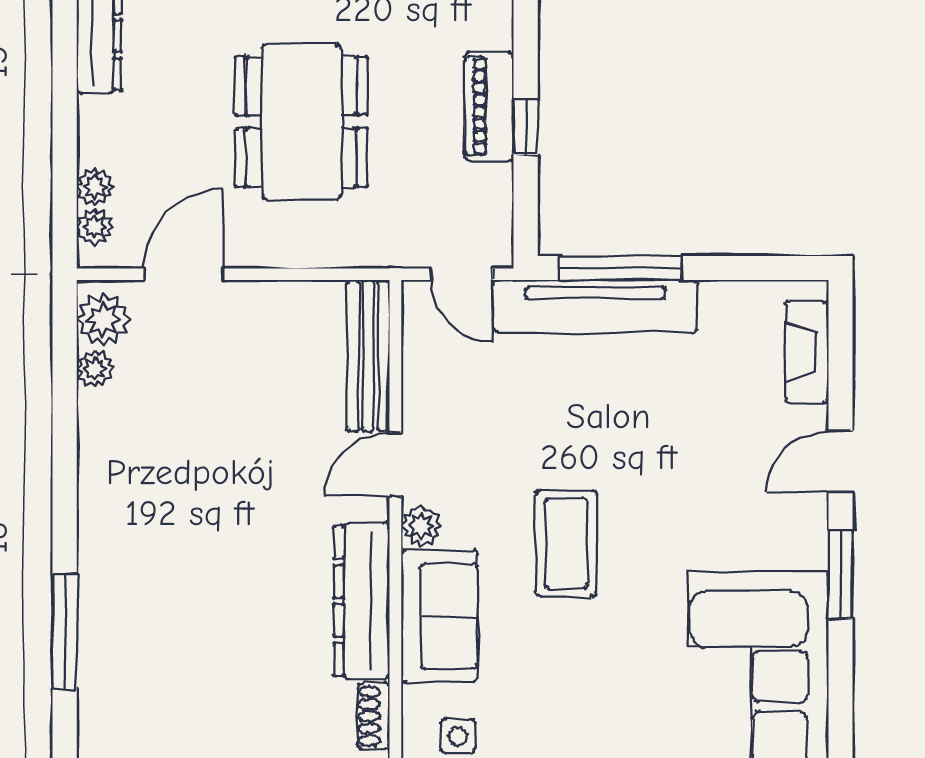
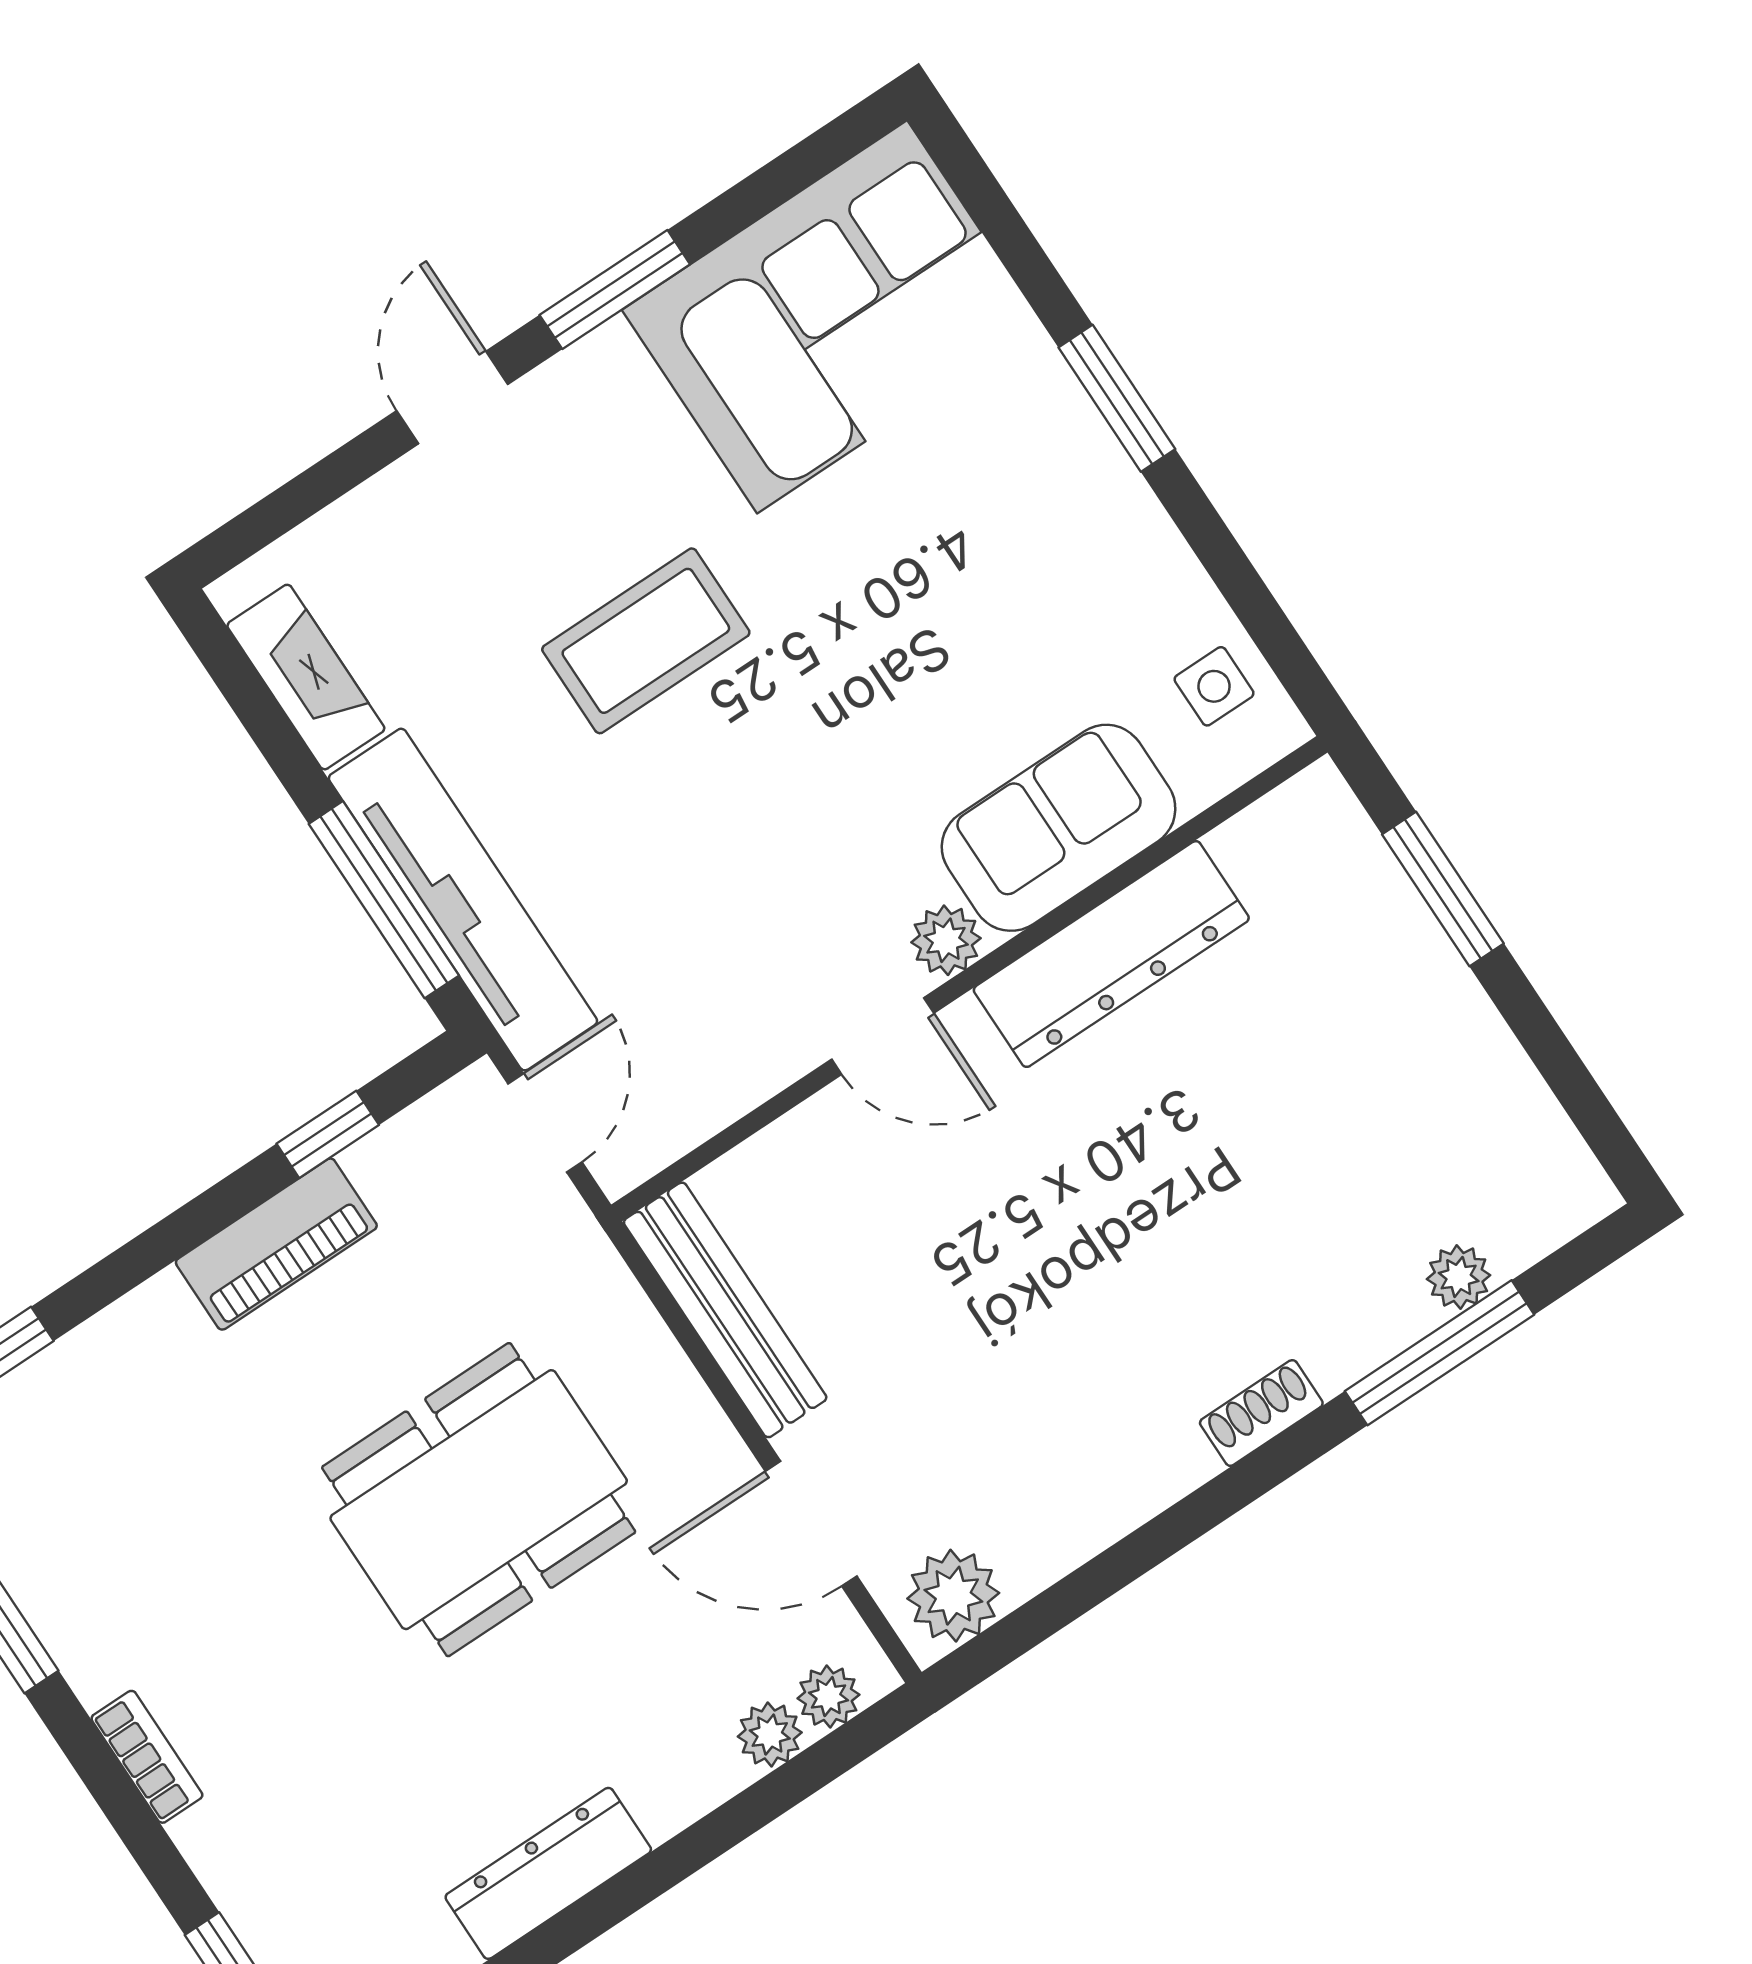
window: (526, 127) -> (328, 1134), moved
fireplace: (807, 352) -> (306, 677), moved, turned -90
bench: (368, 356) -> (725, 1310), moved, turned 90
plant: (95, 369) -> (1459, 1277), moved
door: (841, 462) -> (452, 398), swing flipped
coffee table: (566, 543) -> (646, 641), moved
shoe rack: (373, 716) -> (1261, 1413), moved, turned 180

